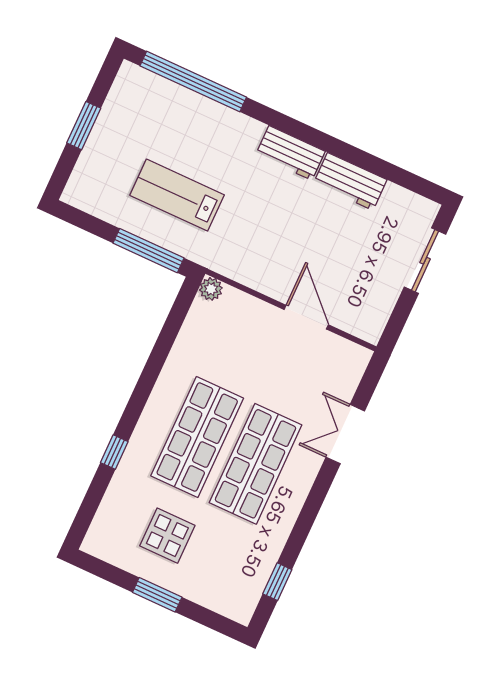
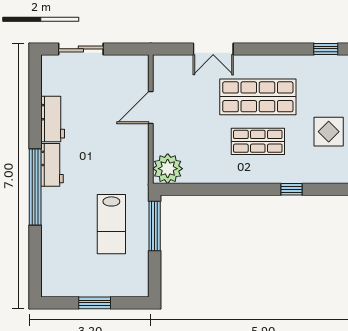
window: (193, 82) -> (35, 187), moved
plant: (211, 289) -> (168, 169), width x1.87, depth x1.87
shop shelf: (197, 437) -> (258, 141), width x0.70, depth x0.74

